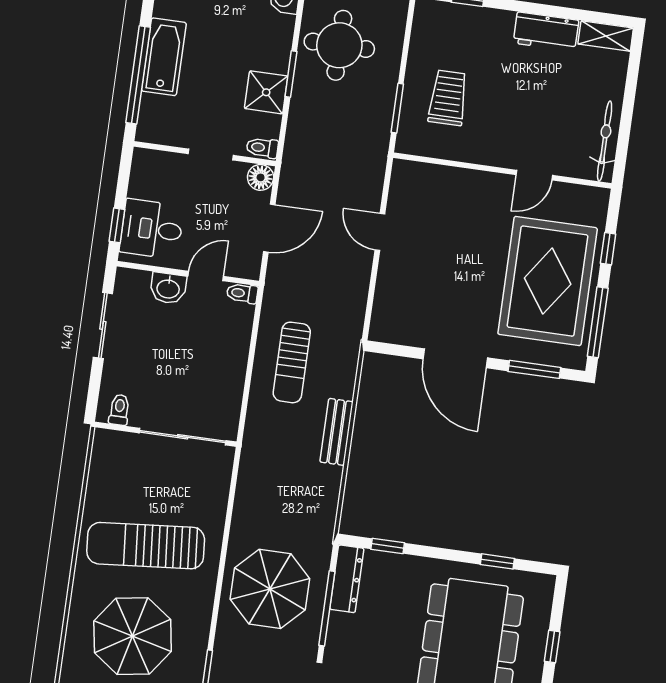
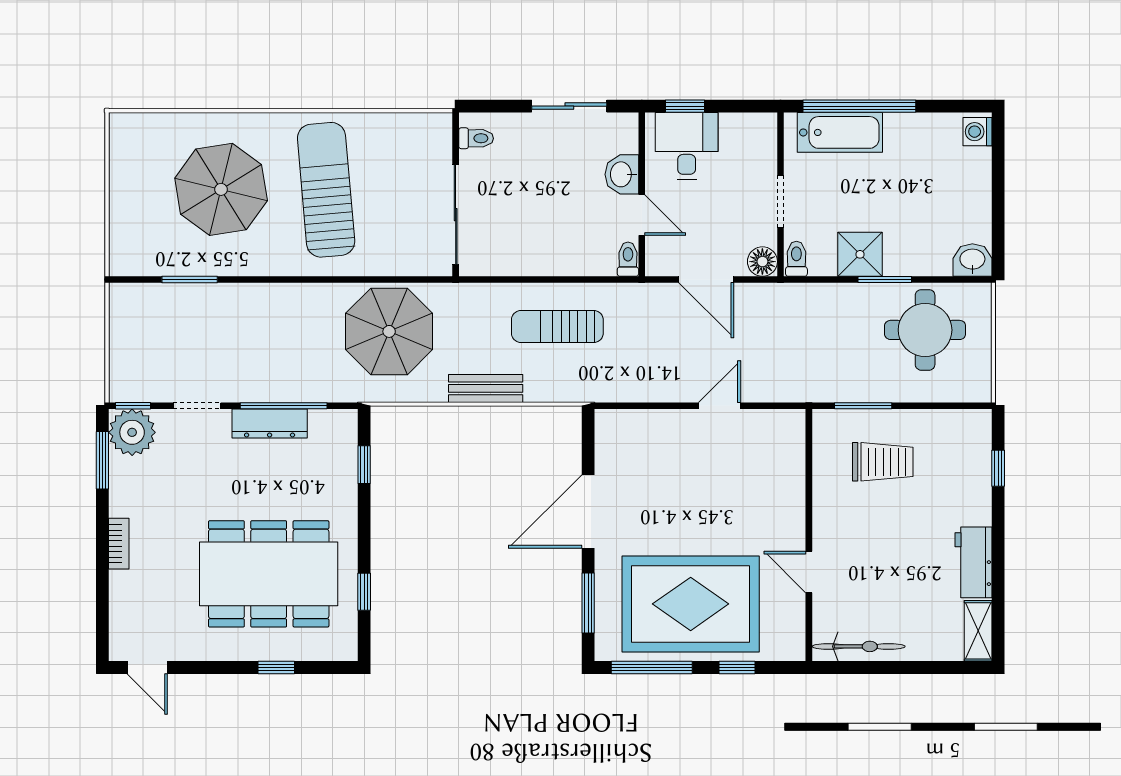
bathtub: (164, 57) -> (840, 132), moved
dresser: (347, 579) -> (270, 424), moved
parasol: (270, 589) -> (389, 331), moved

